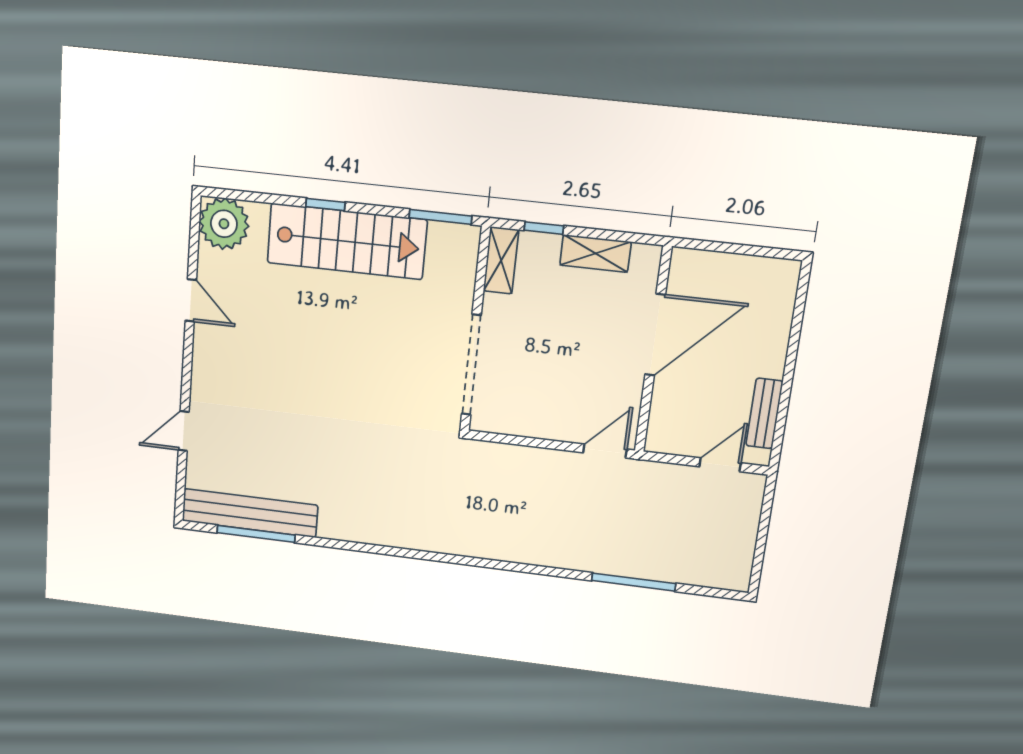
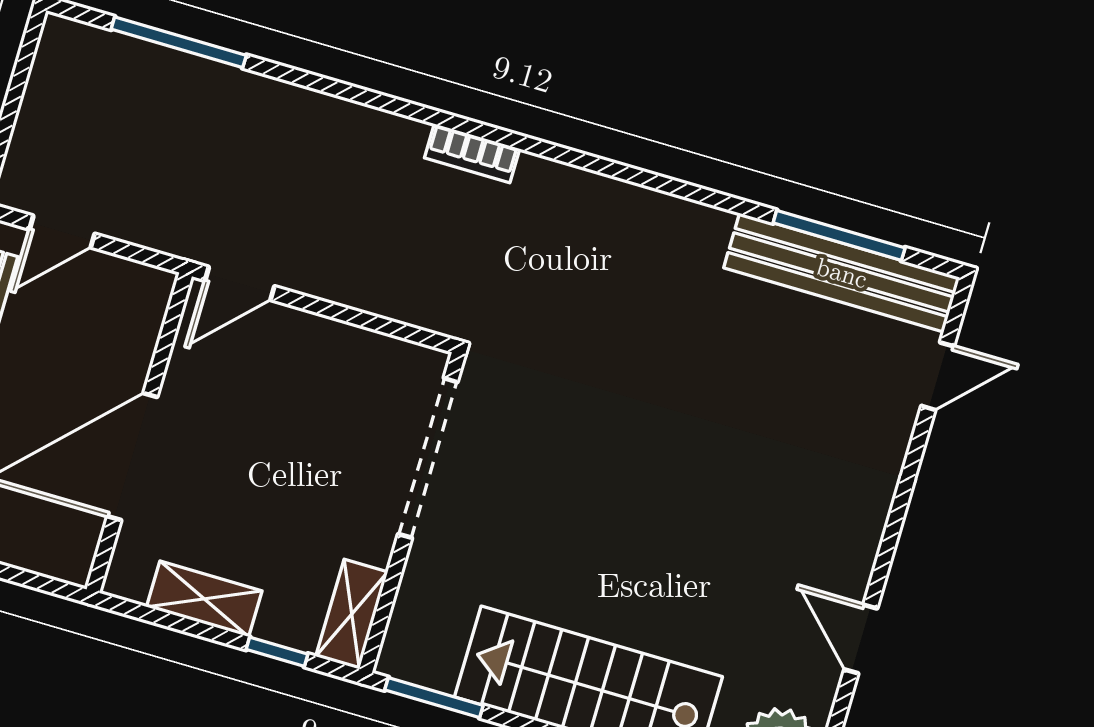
door: (184, 431) -> (938, 376), moved
bookcase: (478, 548) -> (472, 153), added
window: (634, 582) -> (179, 42), moved

